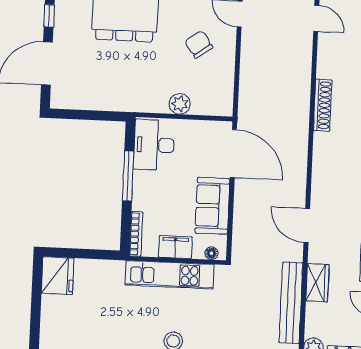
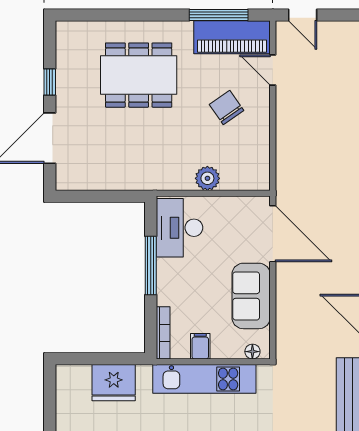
filing cabinet: (175, 247) -> (200, 346), width x0.50
fridge: (58, 276) -> (114, 383), moved, turned 90

